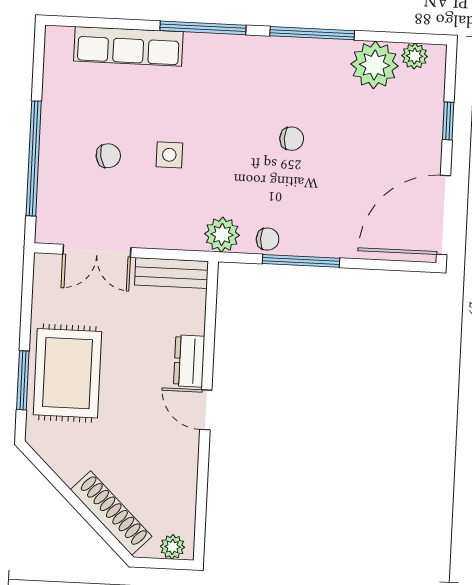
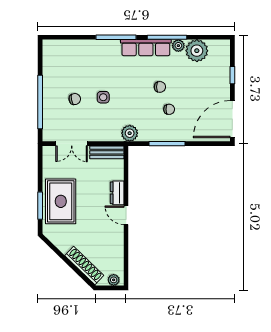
row of seats: (128, 46) -> (146, 48), moved
plant: (415, 56) -> (178, 46), moved
chair: (268, 239) -> (169, 109), moved

